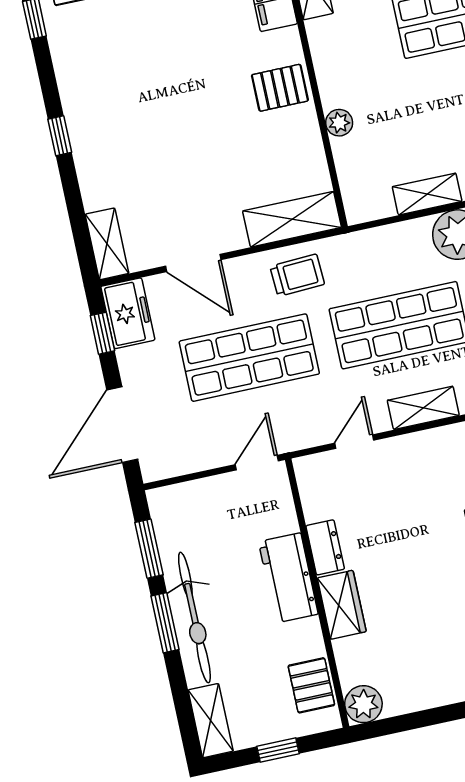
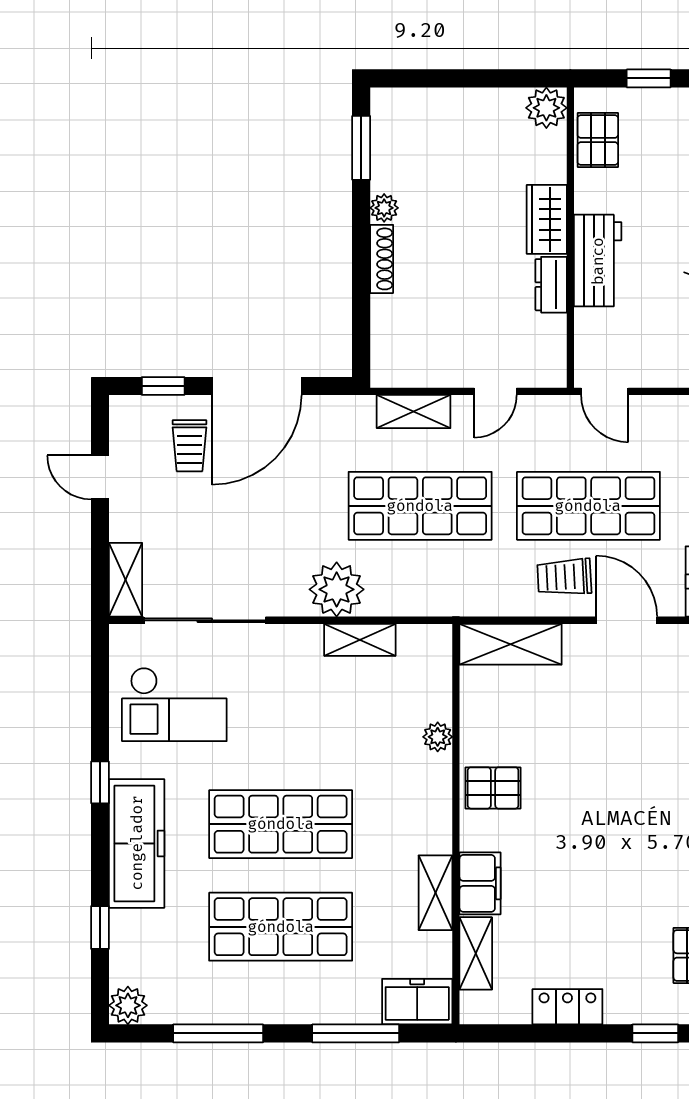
trolley: (297, 275) -> (564, 577), moved
door: (257, 463) -> (605, 391), hinge flipped

